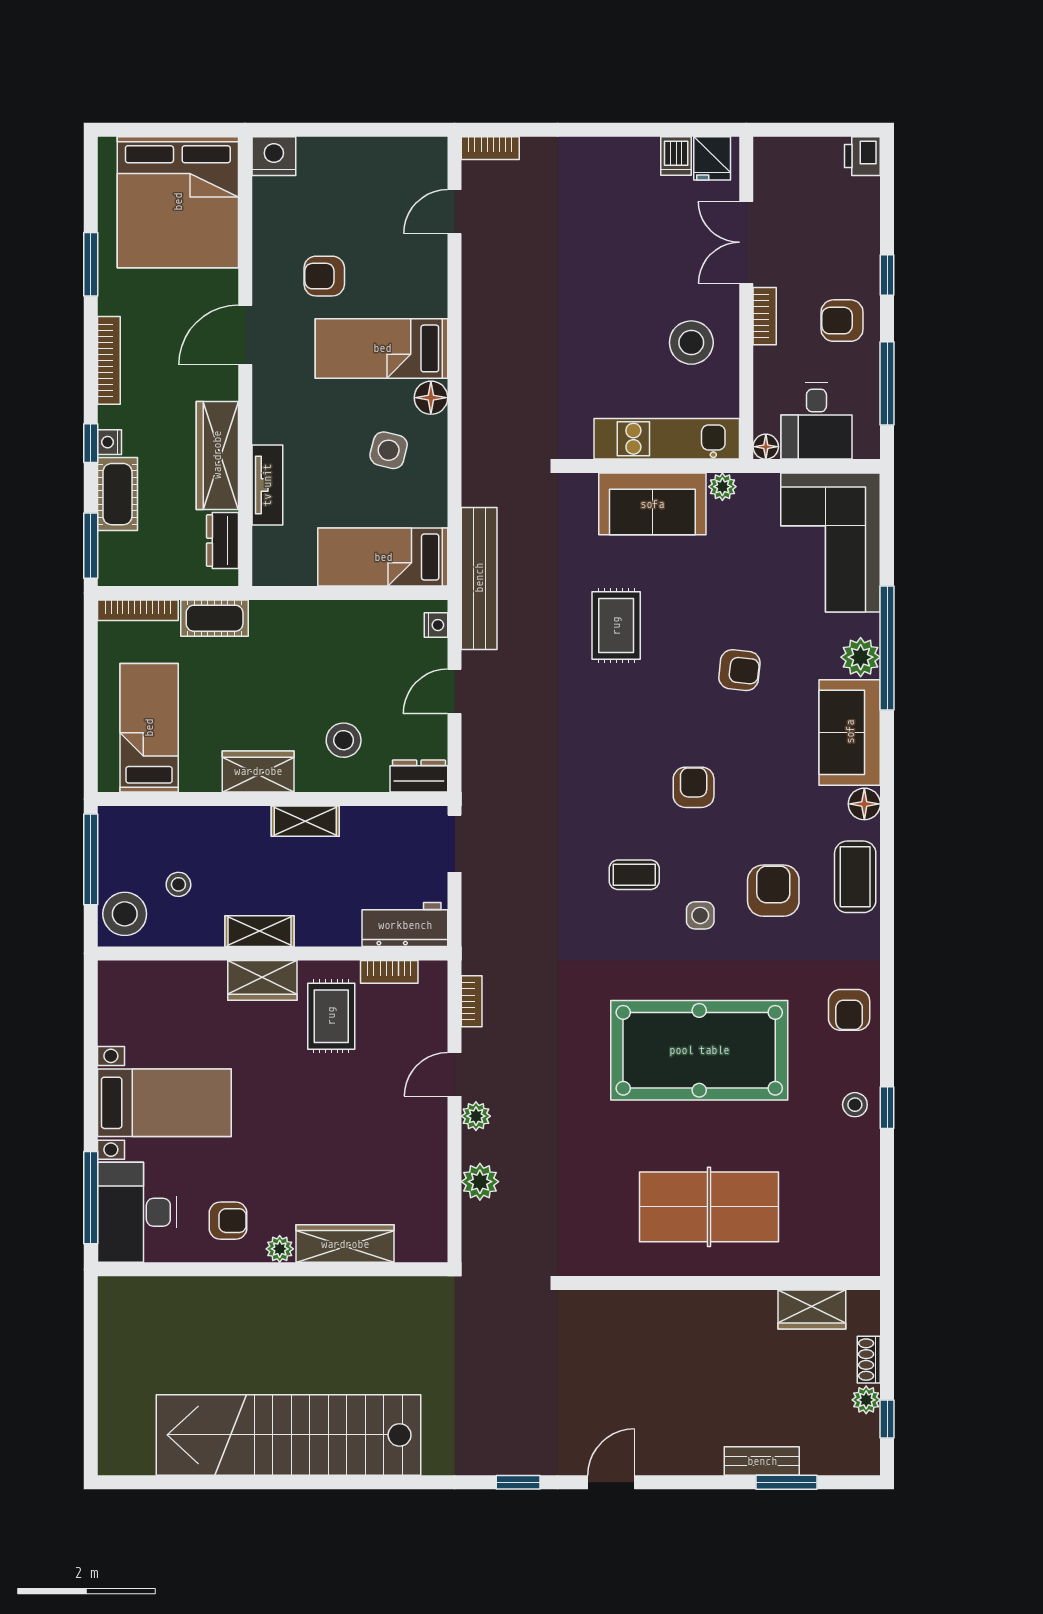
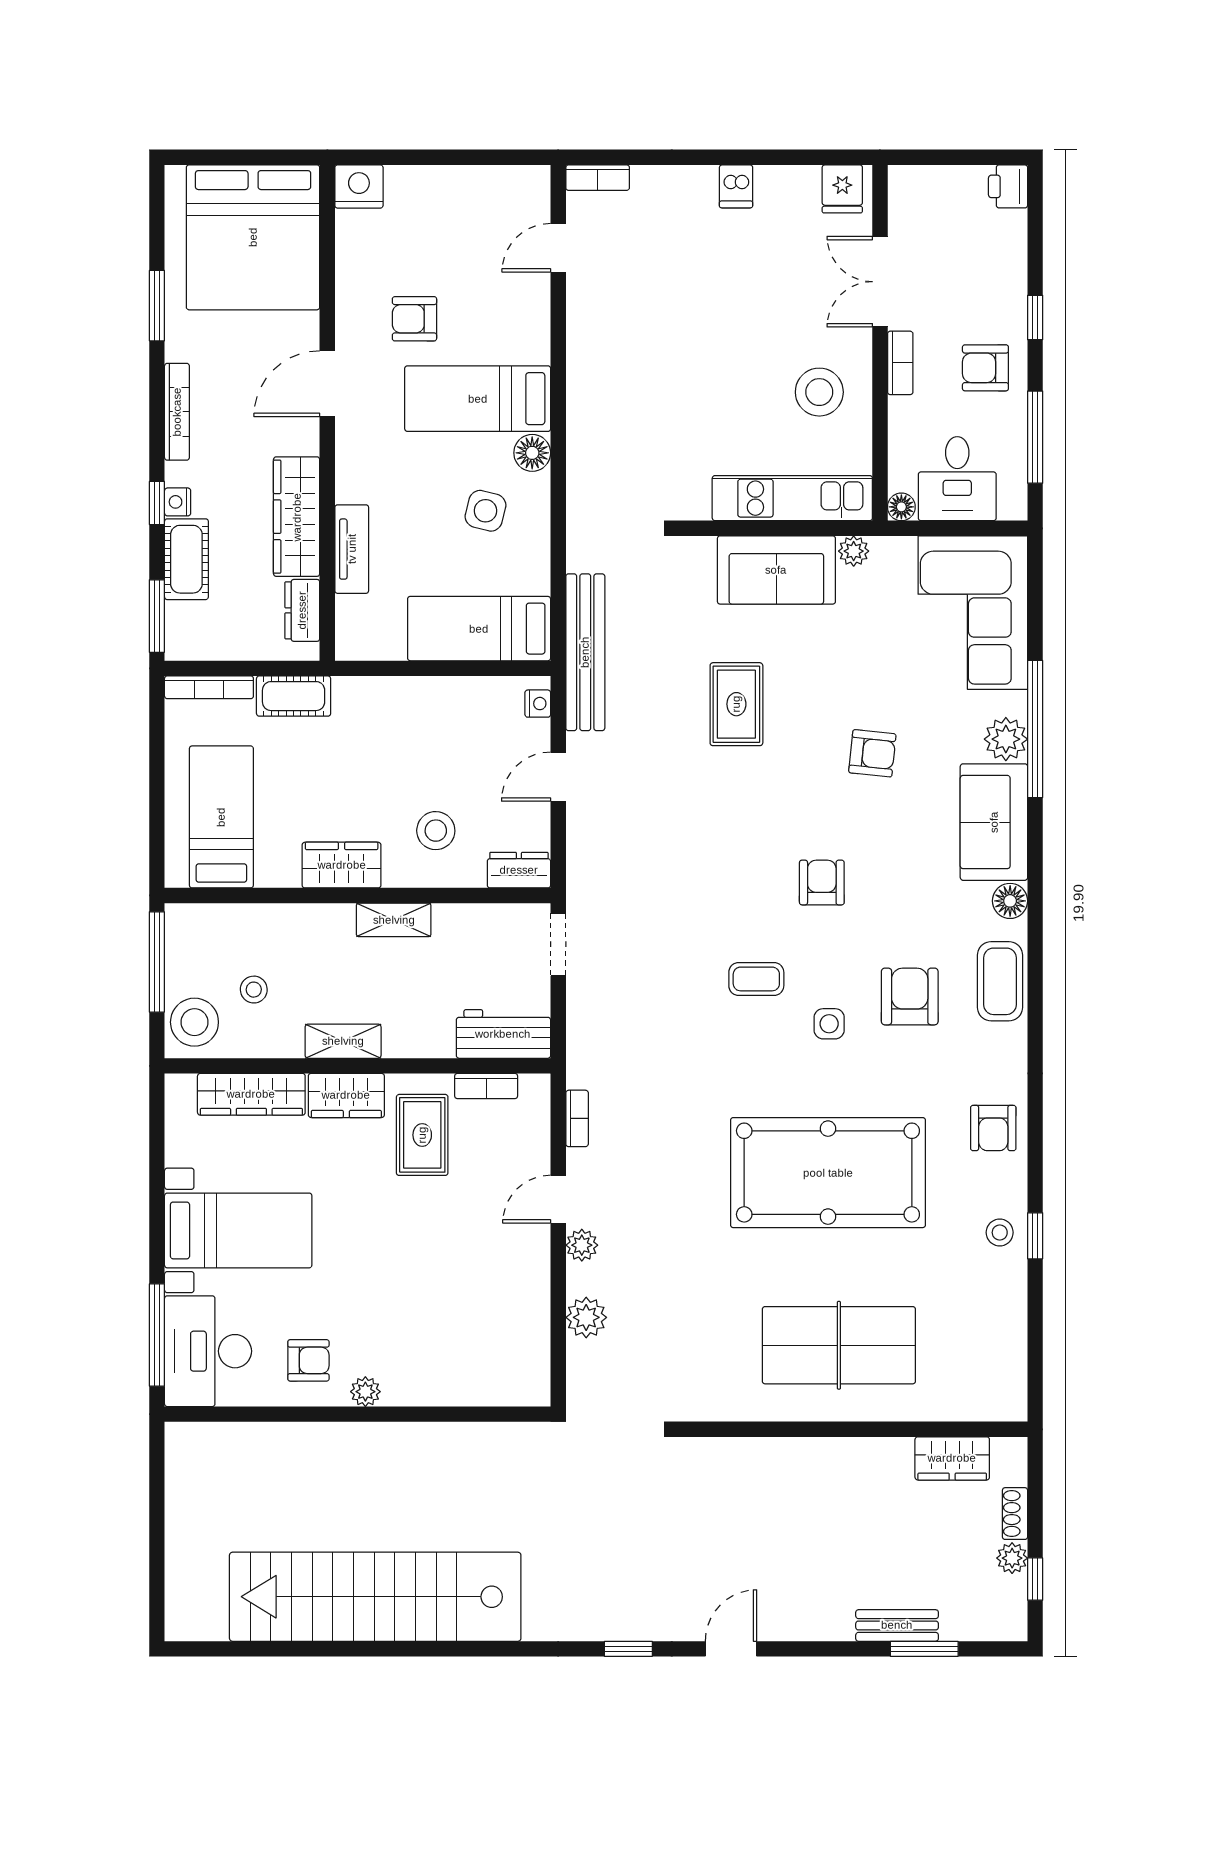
dishwasher: (676, 156) -> (736, 186), moved
wardrobe: (345, 1244) -> (251, 1094), moved, turned 180

